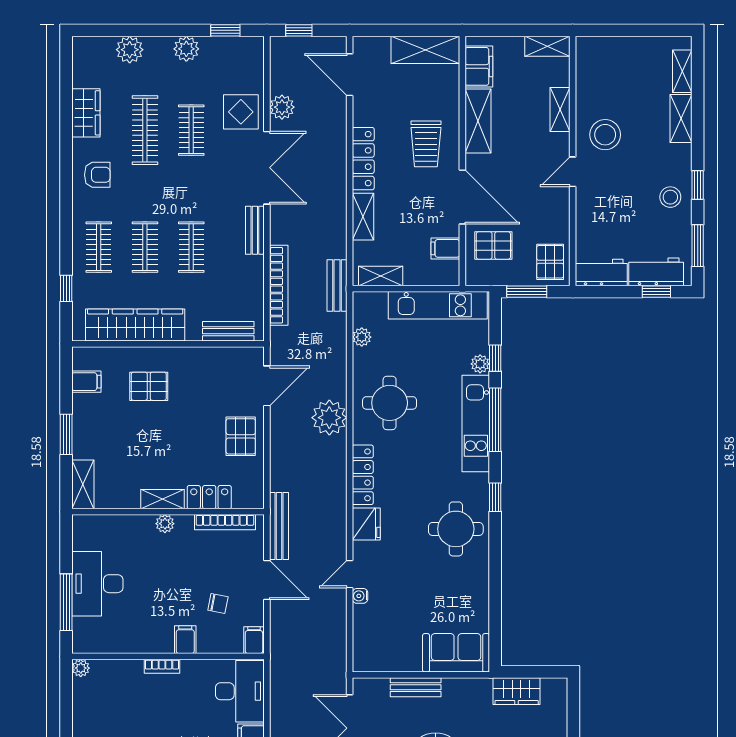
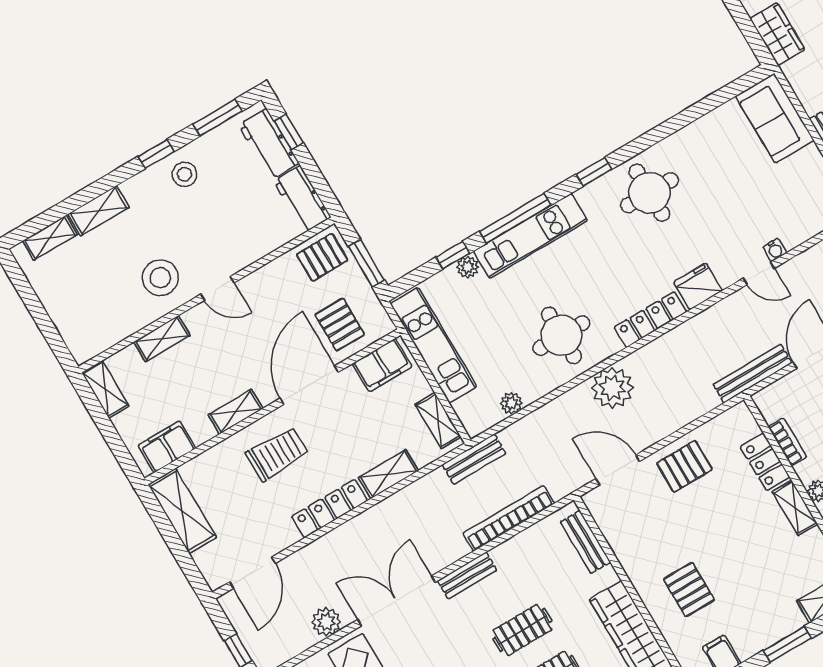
shelving: (478, 121) -> (235, 412), width x0.67, depth x0.75
filing cabinet: (445, 248) -> (382, 365), width x2.00
bookcase: (225, 522) -> (787, 442), width x0.64

